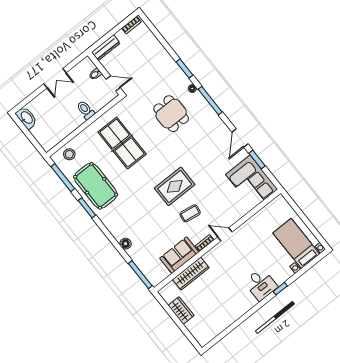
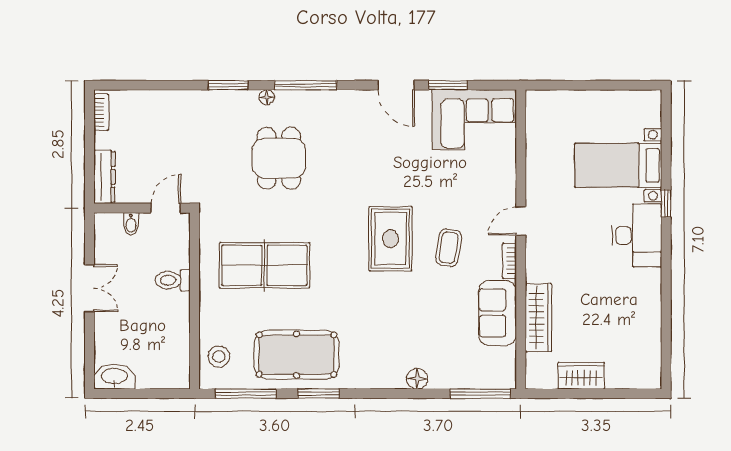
dining table: (171, 114) -> (279, 158), turned 90
bed with nightstands: (296, 243) -> (618, 165), moved
desk: (261, 284) -> (637, 235), width x1.37

